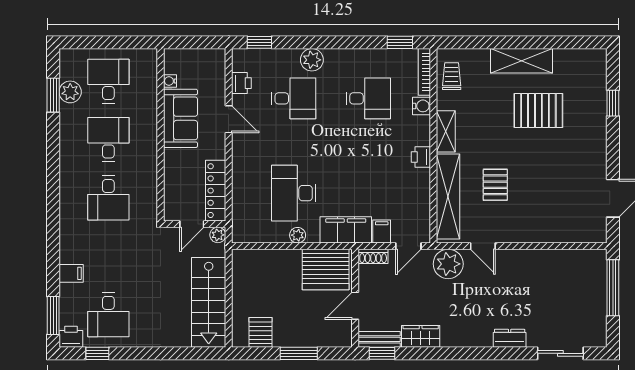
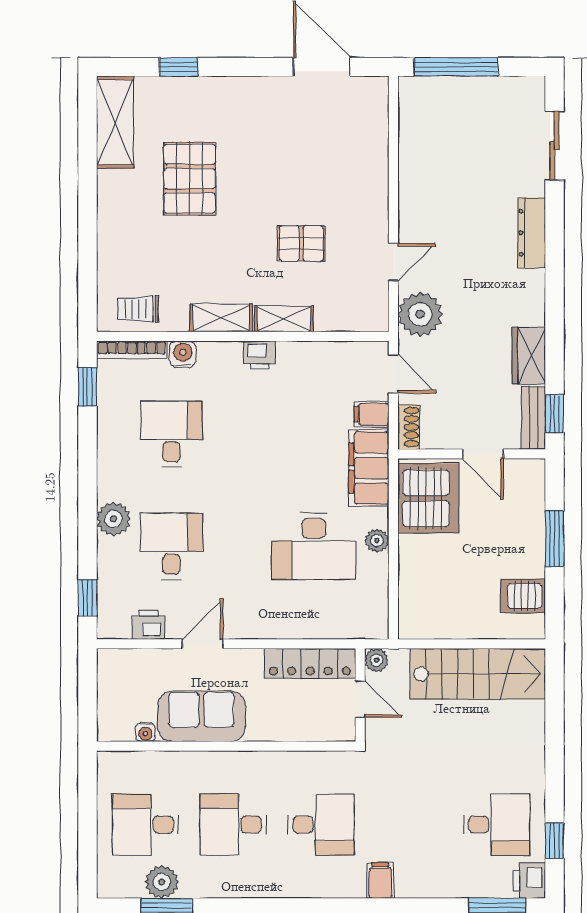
shelving: (521, 61) -> (115, 122), moved
shelving: (448, 196) -> (284, 319), width x0.45, depth x0.75
filing cabinet: (71, 273) -> (380, 880), moved
dresser: (510, 338) -> (532, 233), width x1.44

